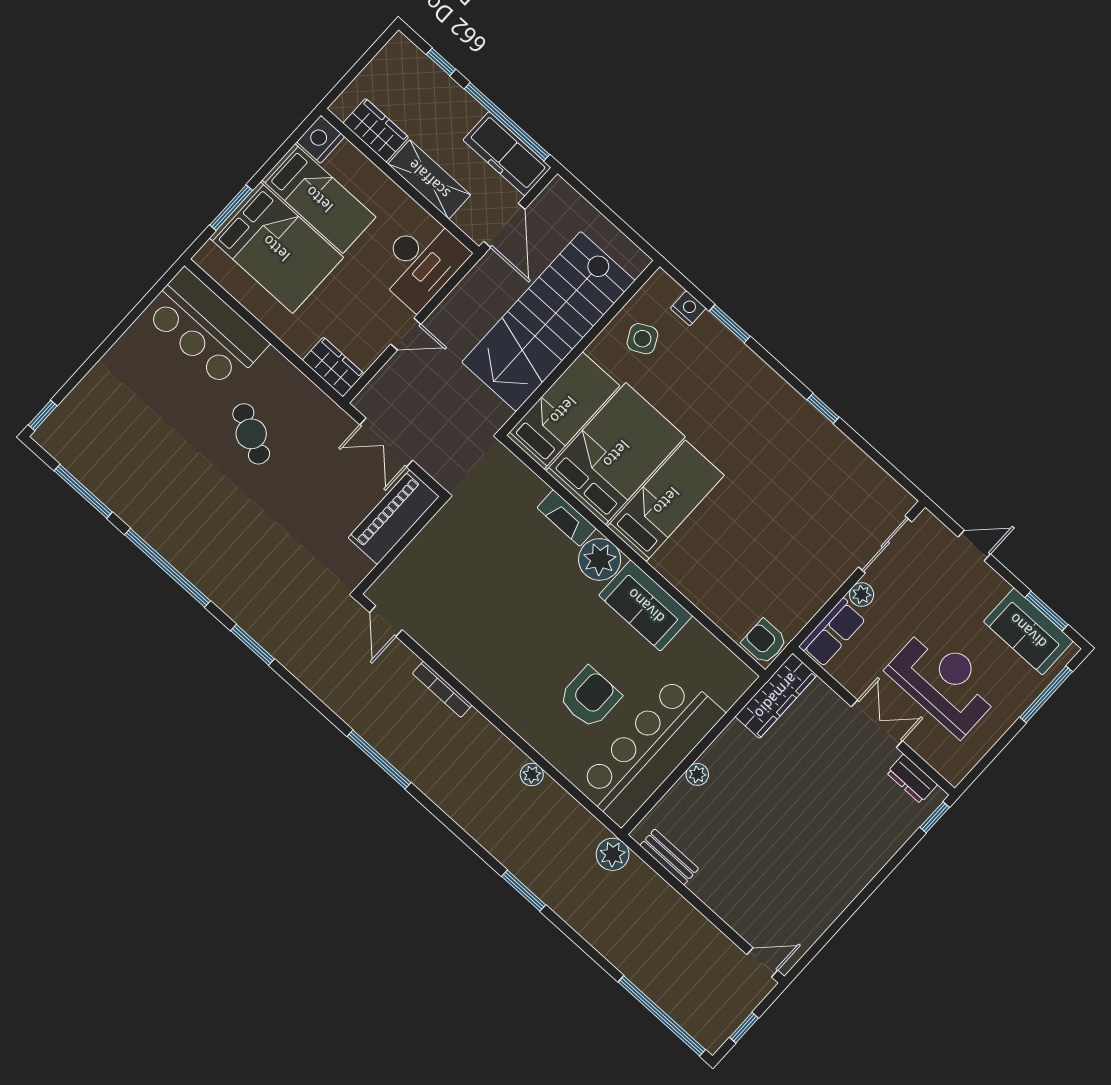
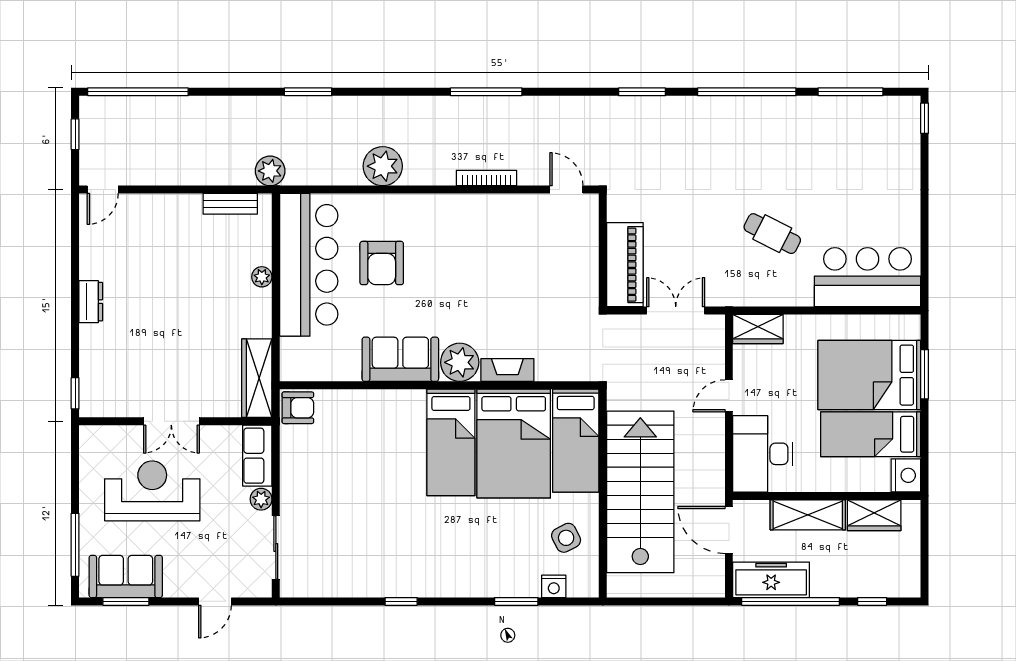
reception desk: (944, 681) -> (152, 491), turned 180
plant: (532, 775) -> (383, 166), width x1.88, depth x1.88
dresser: (912, 779) -> (91, 302), moved, turned 90

